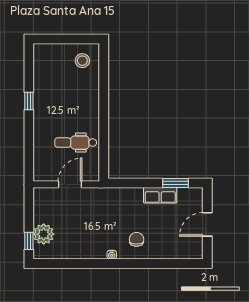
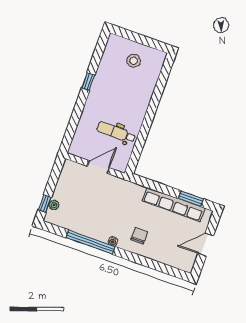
stool: (82, 61) -> (134, 61), moved
row of seats: (160, 195) -> (174, 204), width x2.02
plant: (44, 234) -> (54, 205), width x0.53, depth x0.53
window: (89, 264) -> (90, 242), added

